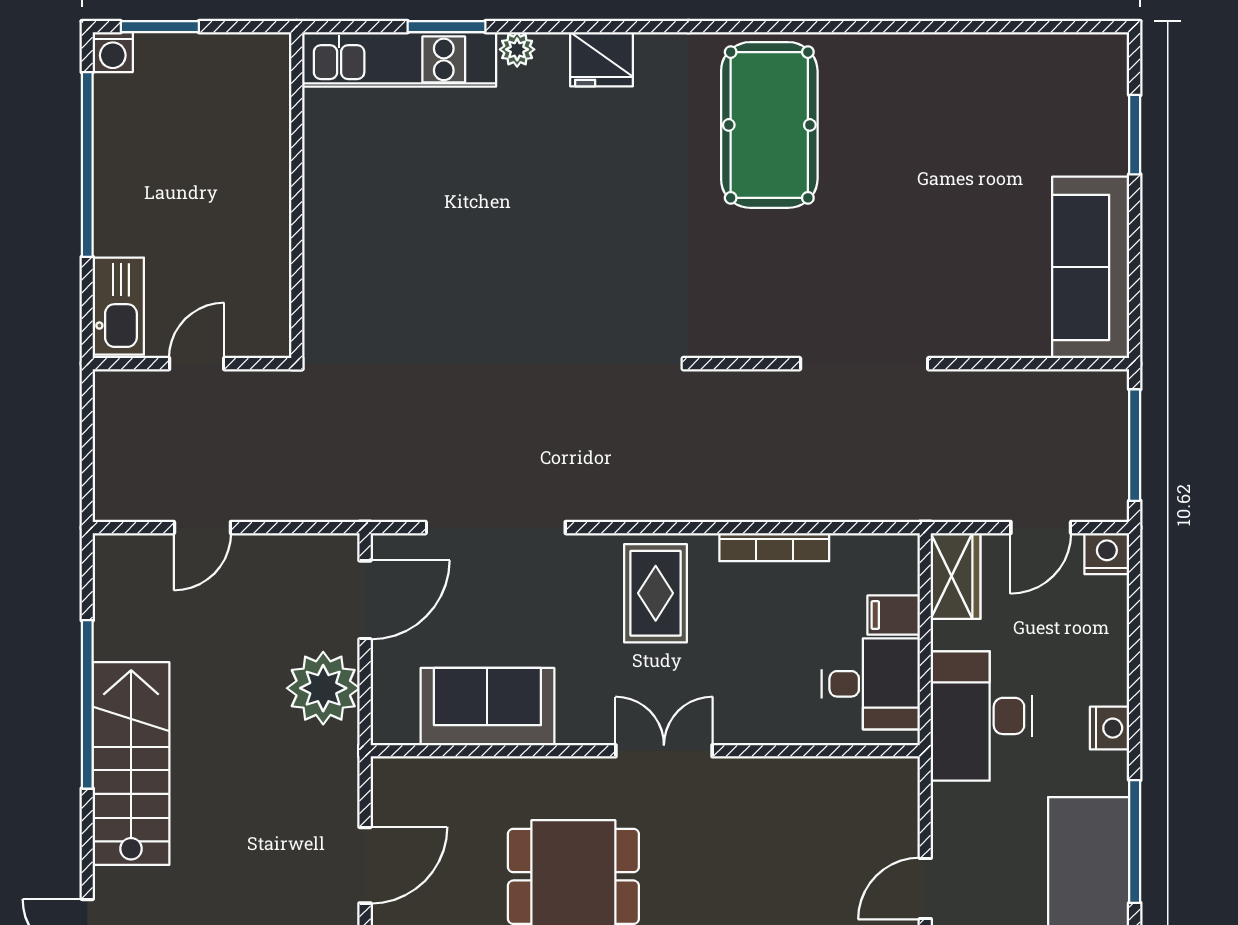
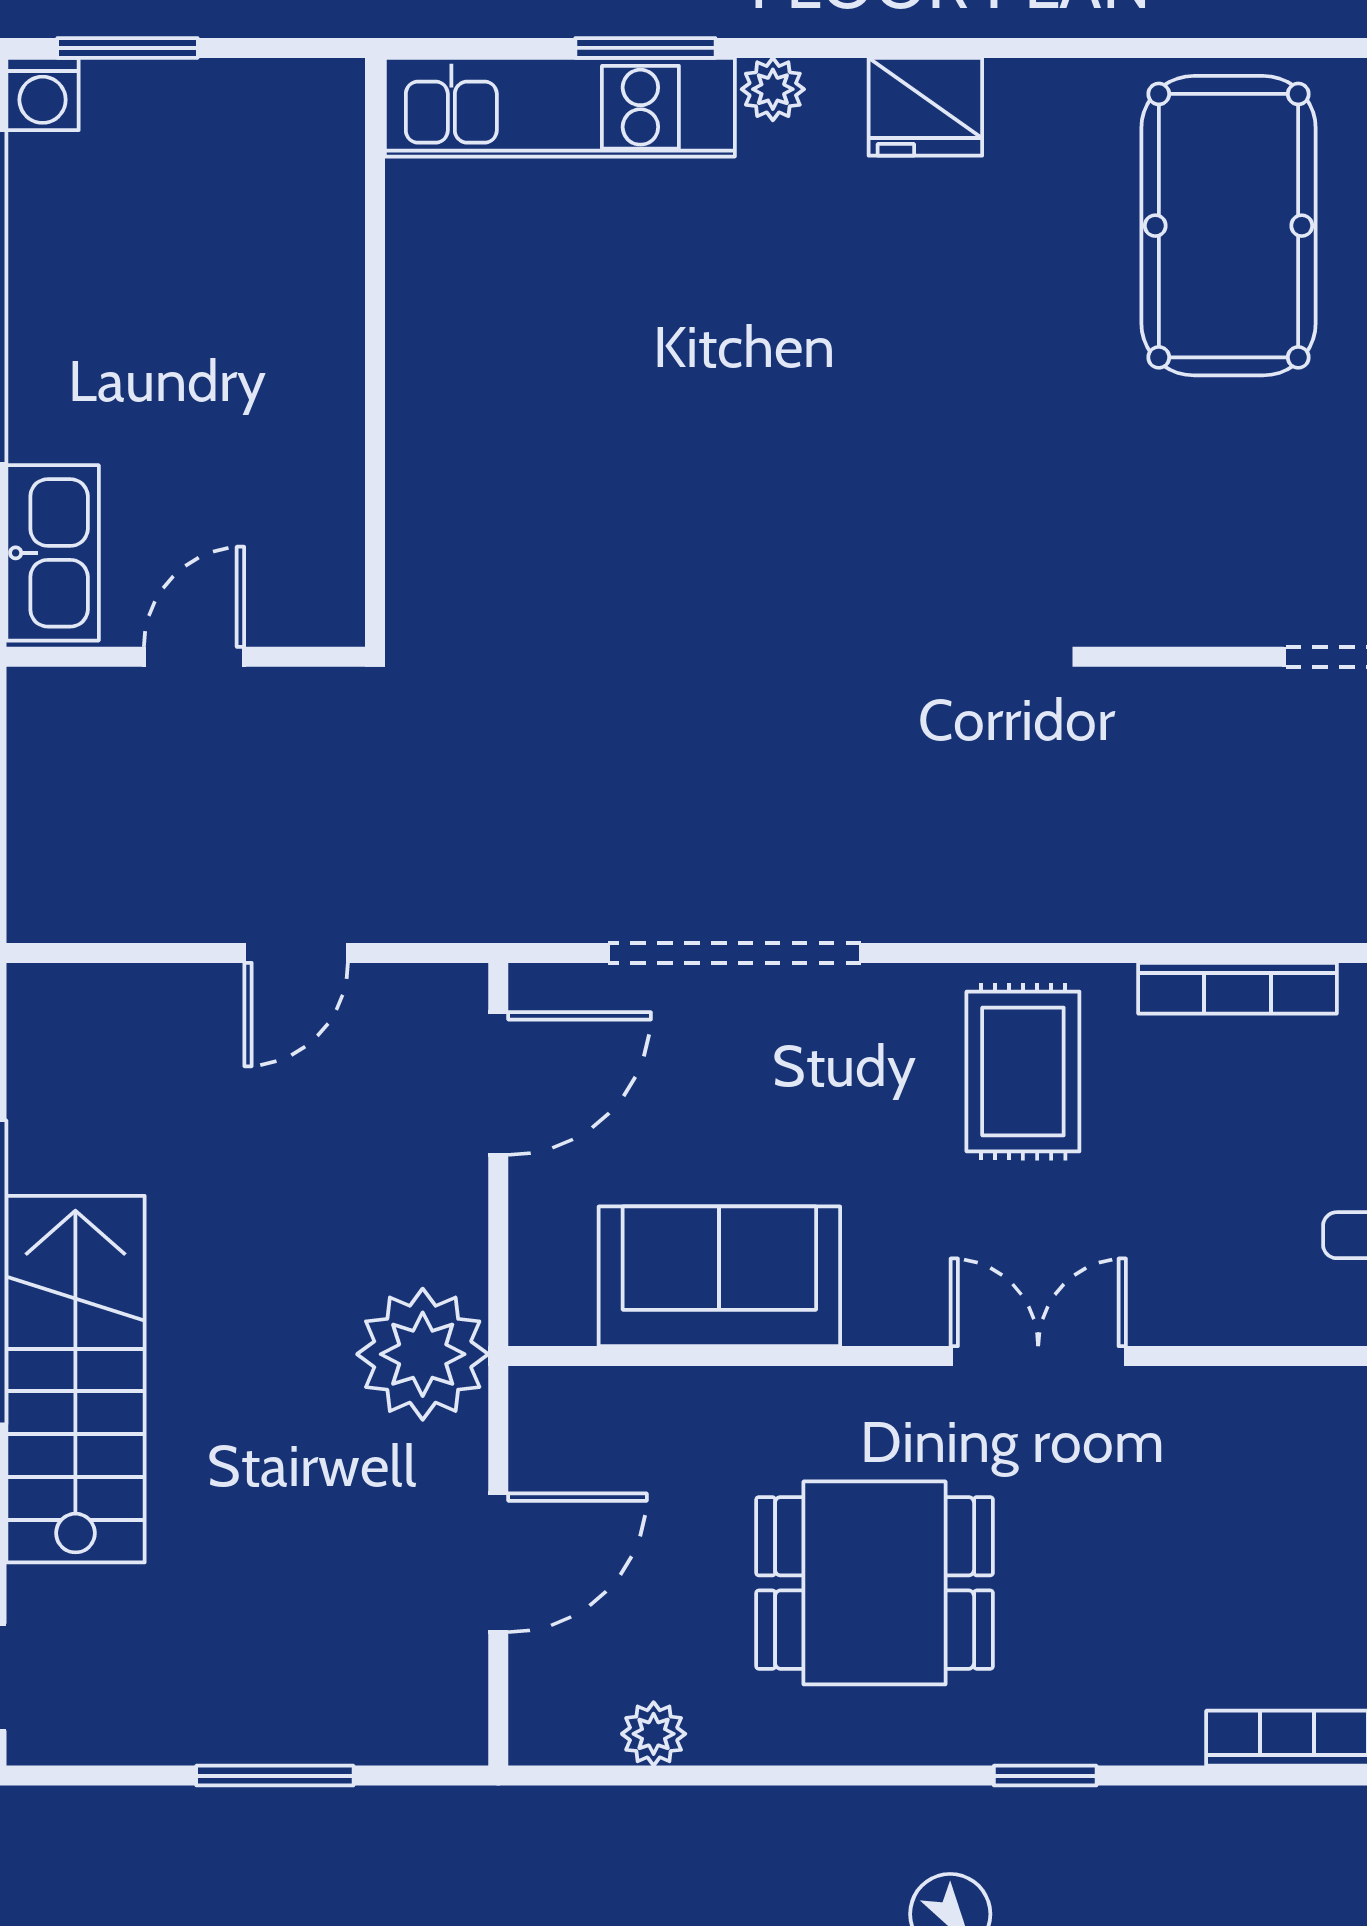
door: (202, 528) -> (296, 953), moved
plant: (323, 688) -> (423, 1354), moved

